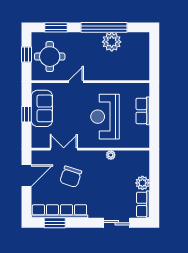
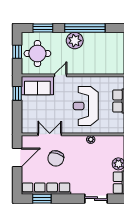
plant: (112, 42) -> (75, 41), moved
sofa: (42, 108) -> (37, 86), moved, turned 90
window: (27, 114) -> (17, 93), moved

